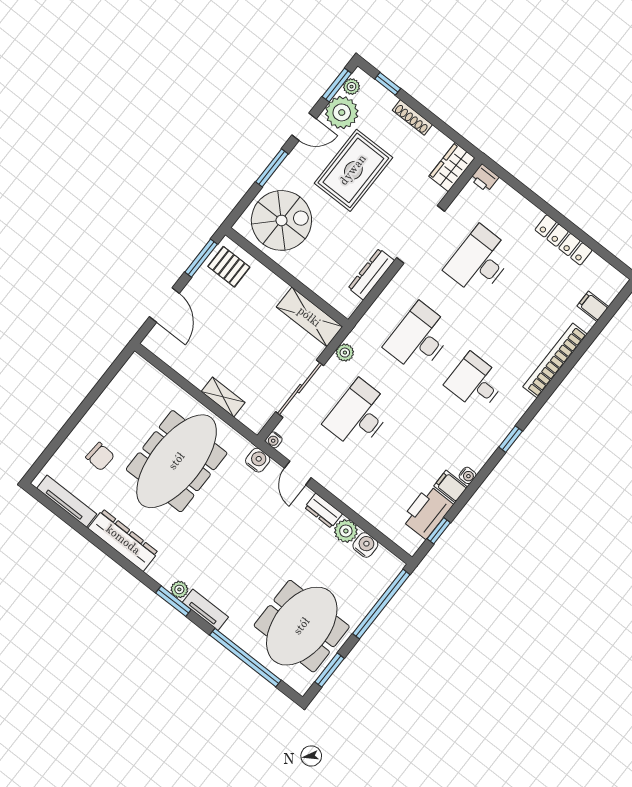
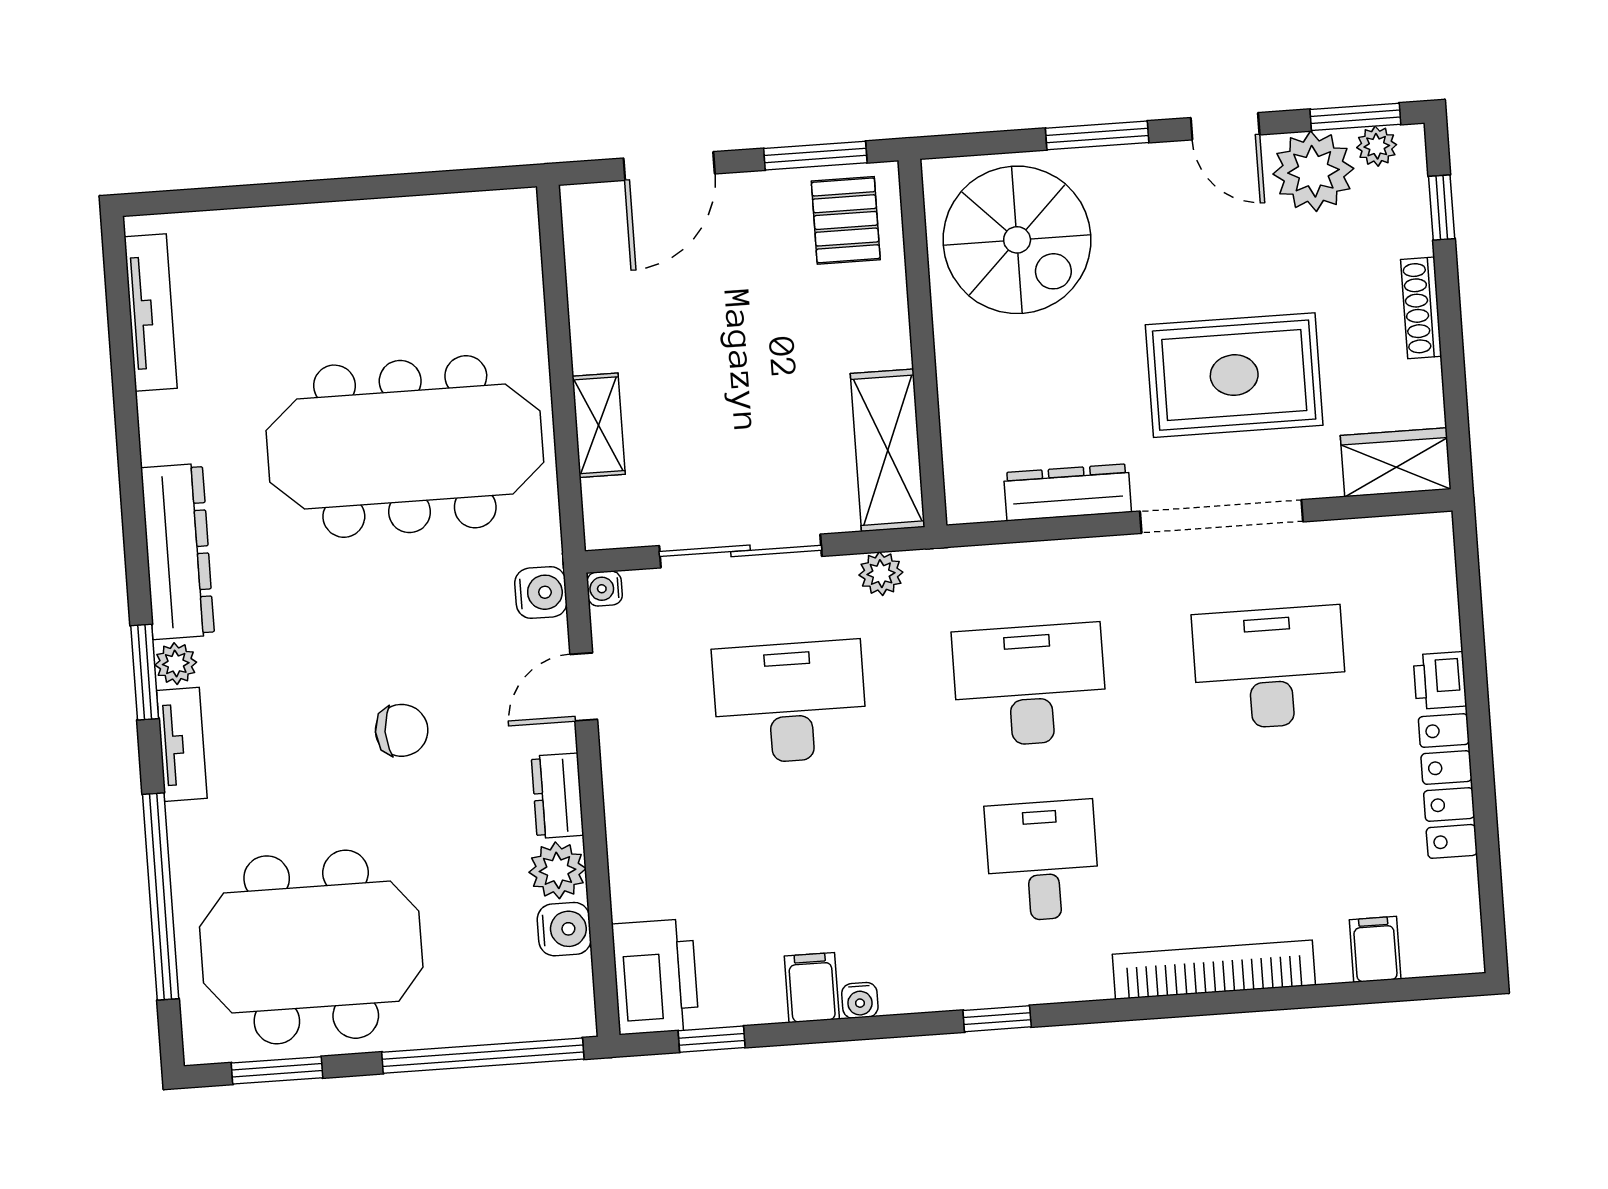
rug: (353, 170) -> (1234, 375), moved
printer: (484, 178) -> (1440, 680), moved
chair: (100, 457) -> (402, 730), moved, turned -94
printer: (427, 512) -> (655, 977), moved, turned 90
dresser: (123, 540) -> (178, 551), moved

